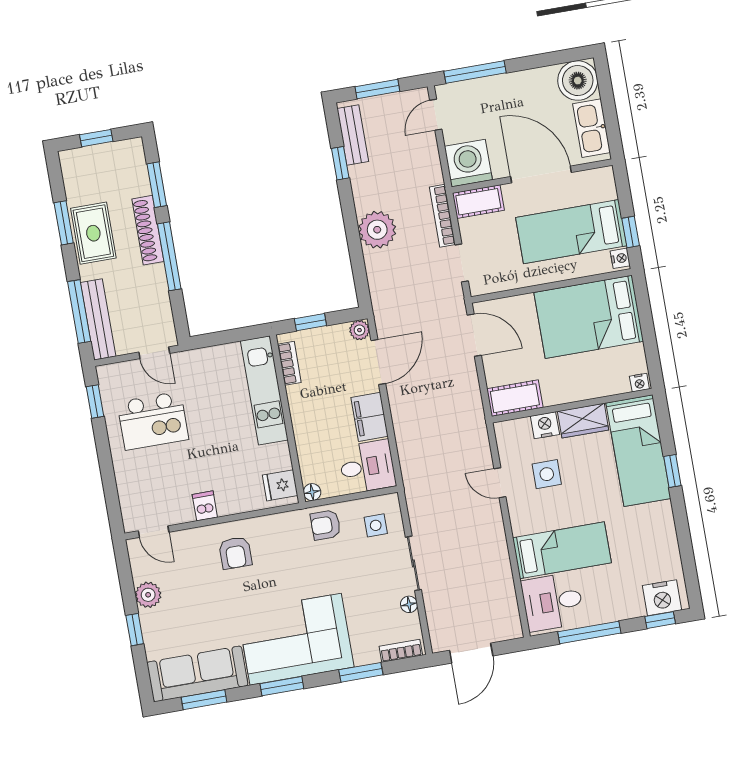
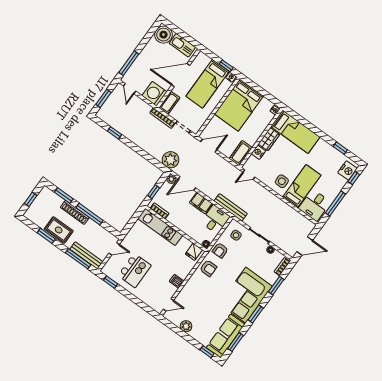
bench: (353, 135) -> (231, 207), moved, width x1.36
plant: (377, 230) -> (171, 160), moved
door: (378, 362) -> (187, 183), swing flipped
window: (672, 471) -> (340, 148), moved
side table: (547, 474) -> (282, 181), moved
door: (500, 483) -> (249, 175), moved
armchair: (235, 553) -> (208, 268), moved
window: (135, 630) -> (207, 352), moved
door: (471, 653) -> (305, 246), hinge flipped

